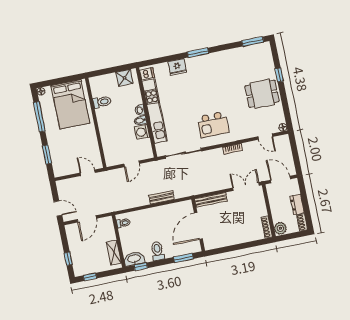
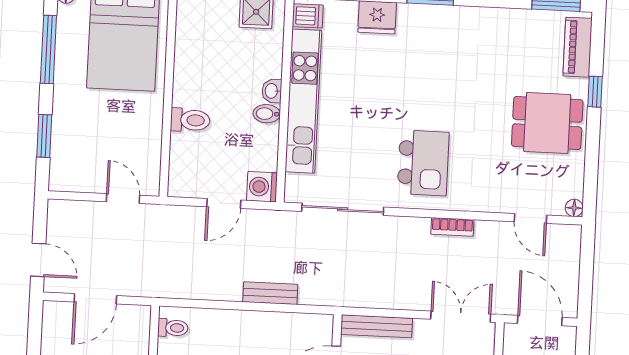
piano: (267, 58) -> (578, 47), added
toilet: (102, 102) -> (190, 120), moved
kitchen island: (213, 125) -> (423, 163), turned -90
washing machine: (142, 132) -> (262, 187), moved

